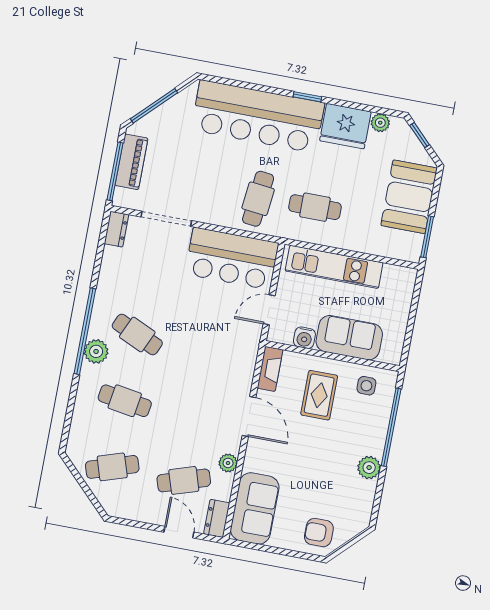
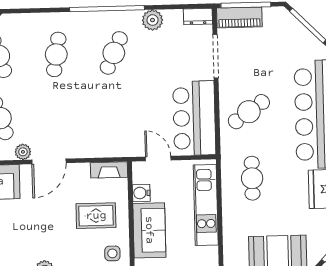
piano: (132, 162) -> (239, 17), moved
cafe table: (258, 199) -> (249, 112), moved, turned -41
plant: (96, 351) -> (152, 20), moved
door: (249, 417) -> (49, 161), moved

